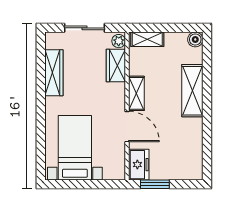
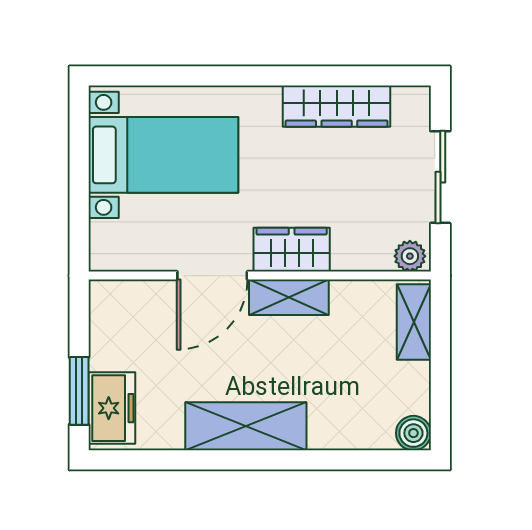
wardrobe: (116, 66) -> (292, 250), moved
shelving: (192, 91) -> (246, 426), moved
freezer: (139, 165) -> (112, 408), moved, turned -90
window: (155, 184) -> (79, 391), moved

